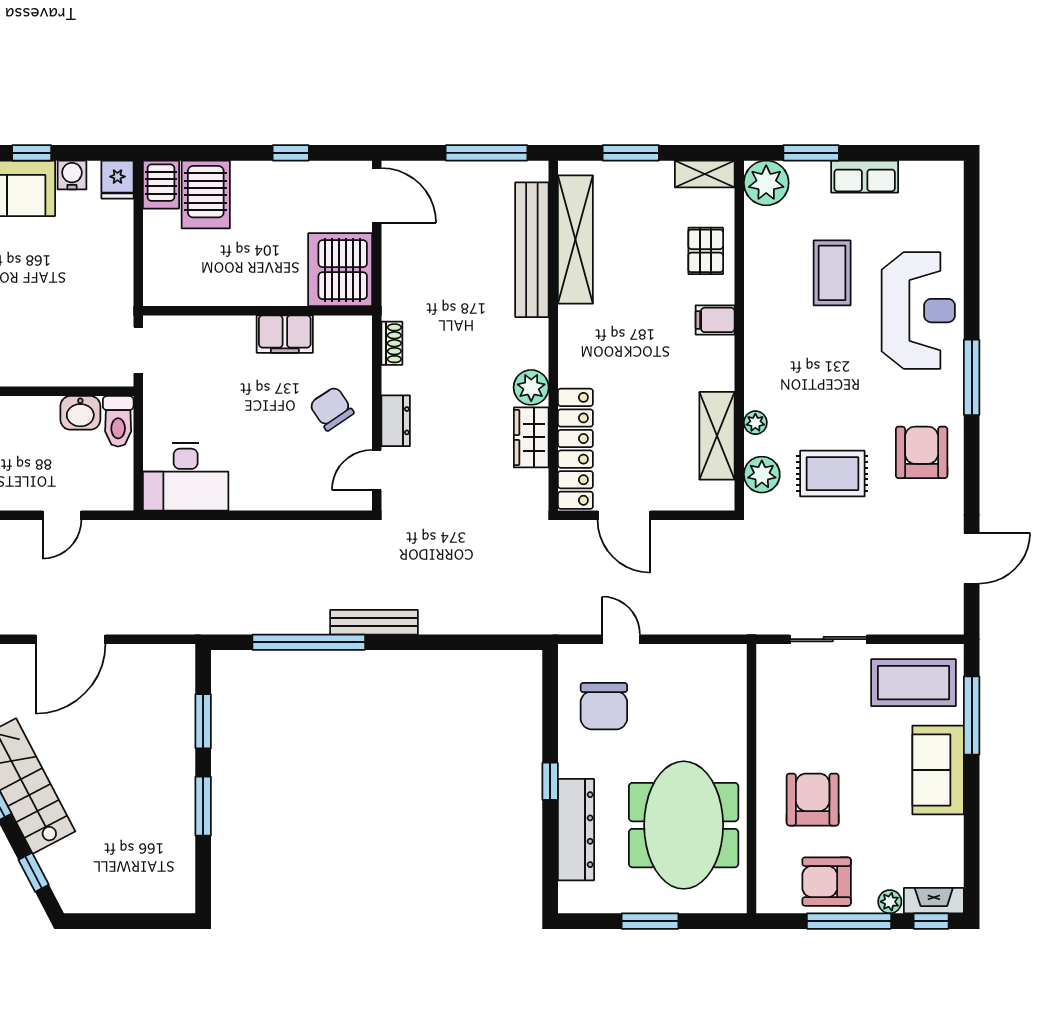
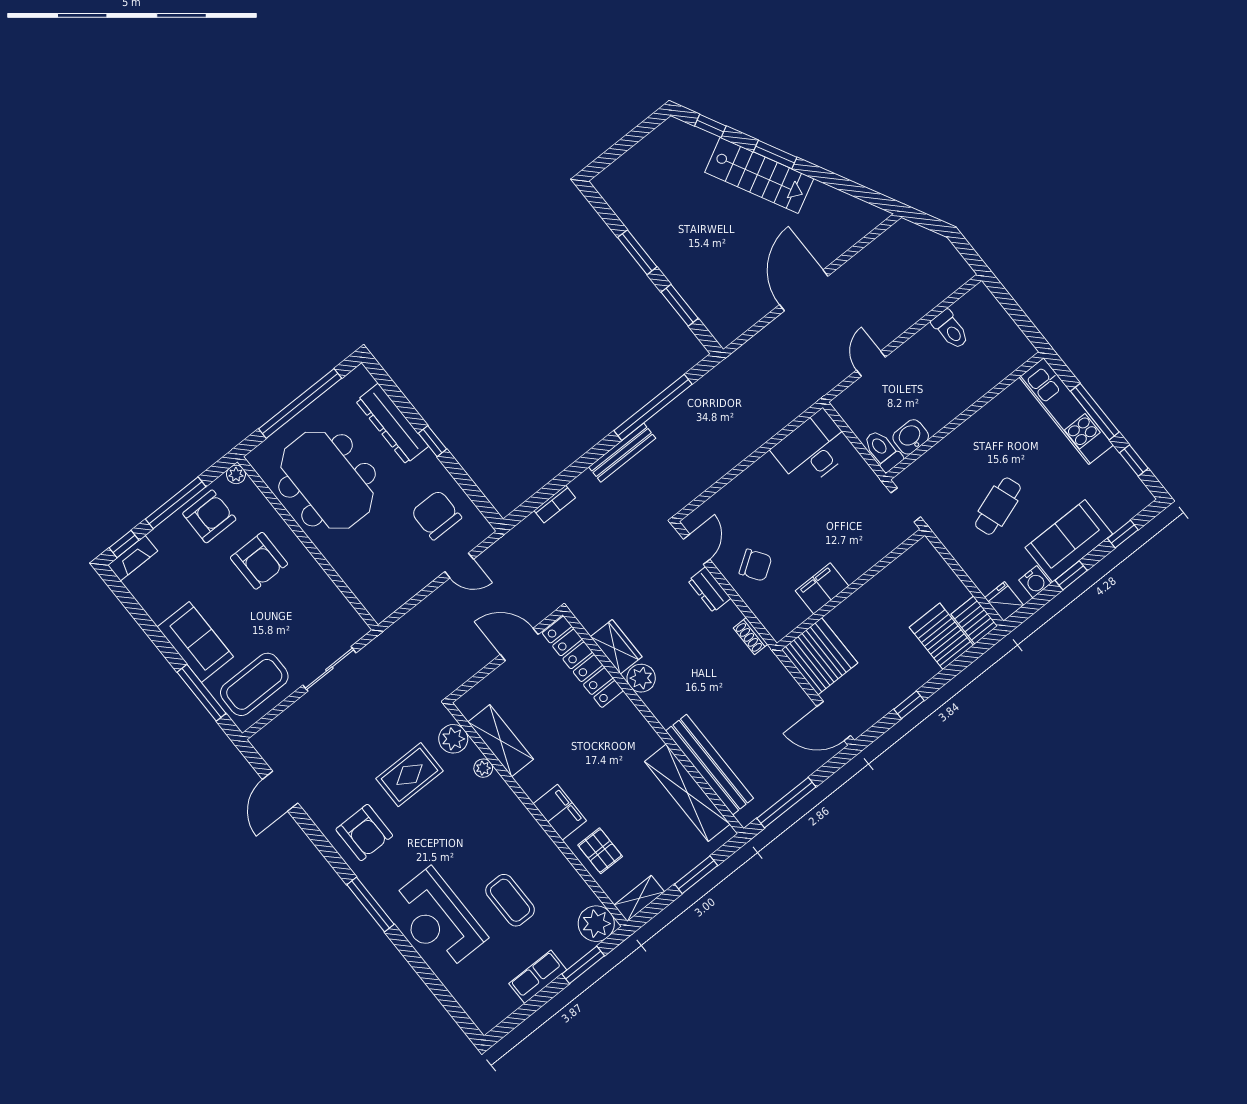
cafe table: (49, 277) -> (998, 506), added
filing cabinet: (715, 320) -> (560, 812), width x2.00
bookcase: (480, 624) -> (555, 504), added
plant: (890, 902) -> (236, 474), moved
window: (650, 921) -> (300, 403), width x2.11

